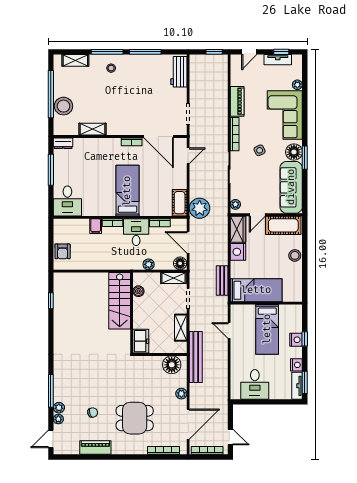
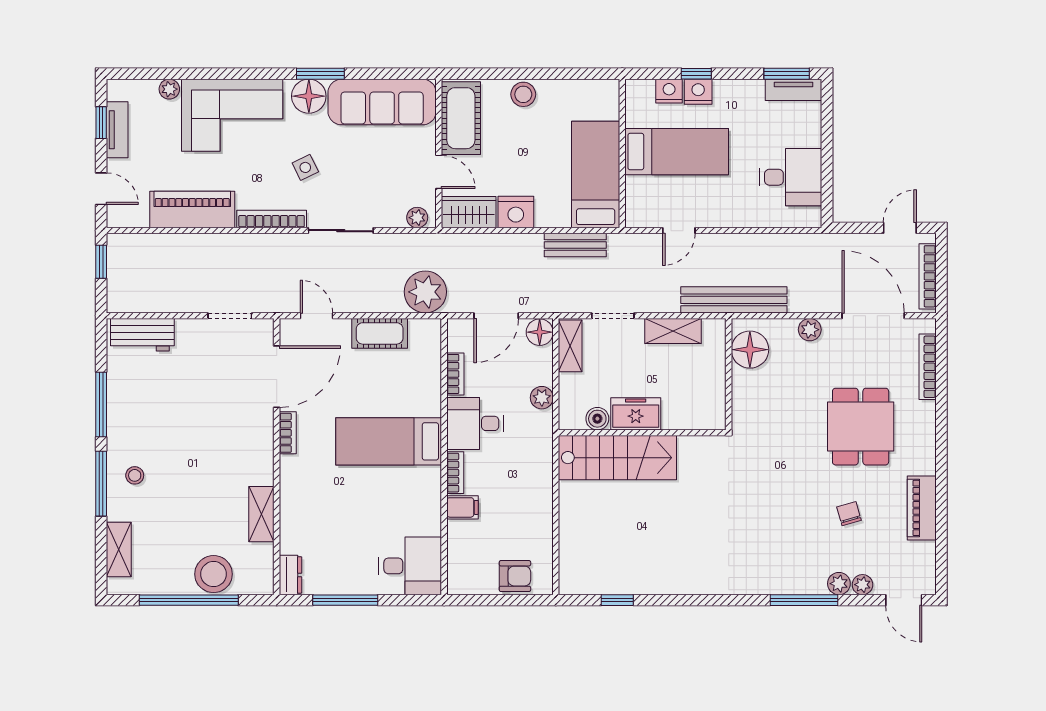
piano: (237, 101) -> (192, 210), width x1.37, depth x1.33
cot: (180, 203) -> (380, 333), moved
freezer: (141, 341) -> (636, 414), moved
nightstand: (296, 365) -> (669, 91), moved

